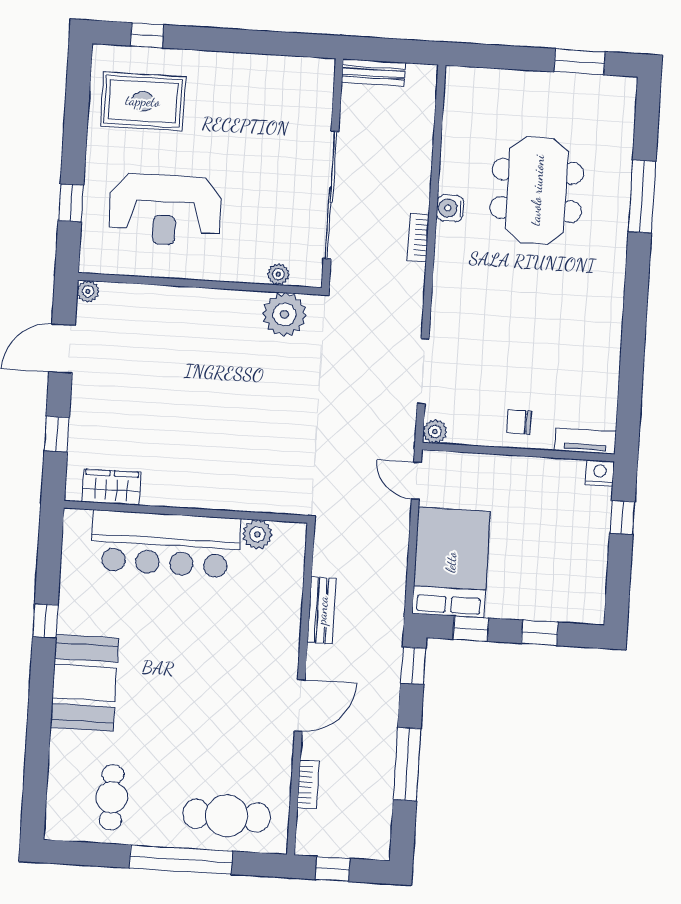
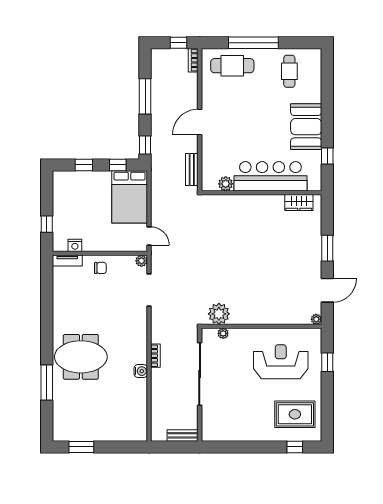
meeting table: (537, 190) -> (81, 357), moved, turned 90
window: (57, 434) -> (327, 248), width x1.50
nightstand: (600, 473) -> (75, 245), moved
wardrobe: (111, 487) -> (299, 203), moved
wall: (186, 512) -> (261, 193), moved
plant: (257, 534) -> (226, 184), moved
bar counter: (166, 544) -> (270, 176), moved
bookcase: (308, 785) -> (193, 60), moved

